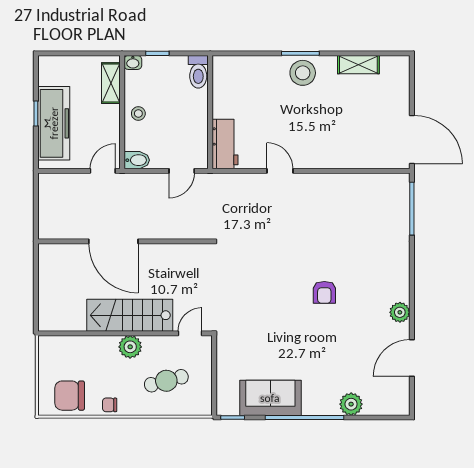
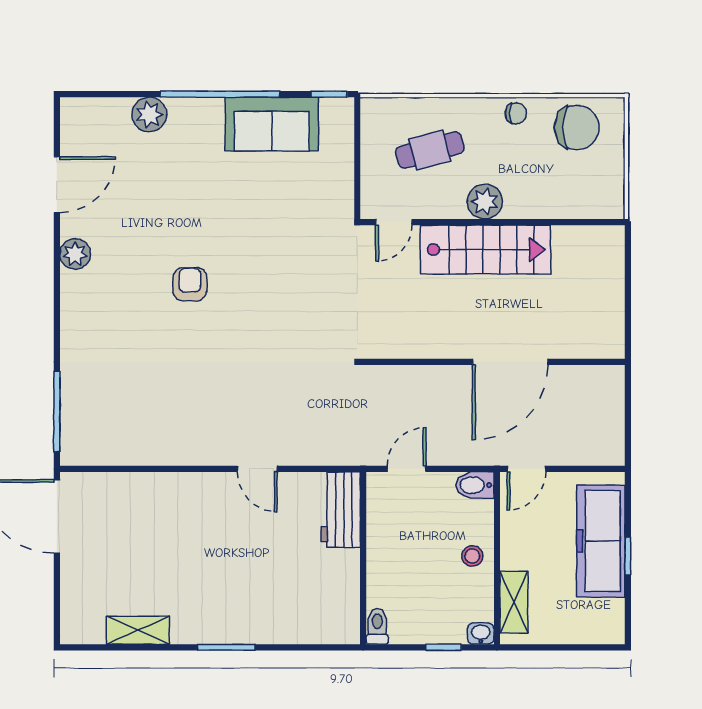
toilet: (198, 72) -> (377, 626), width x0.73, depth x0.72
stool: (303, 73) -> (223, 618), removed
door: (113, 241) -> (510, 362), swing flipped

